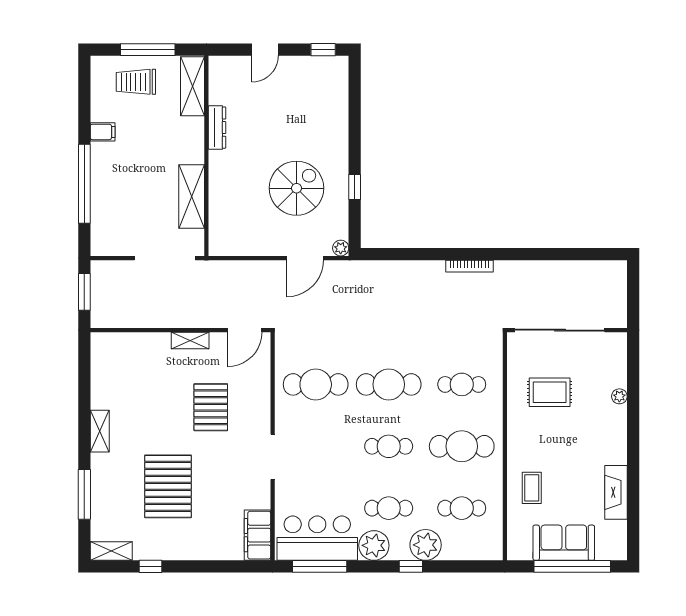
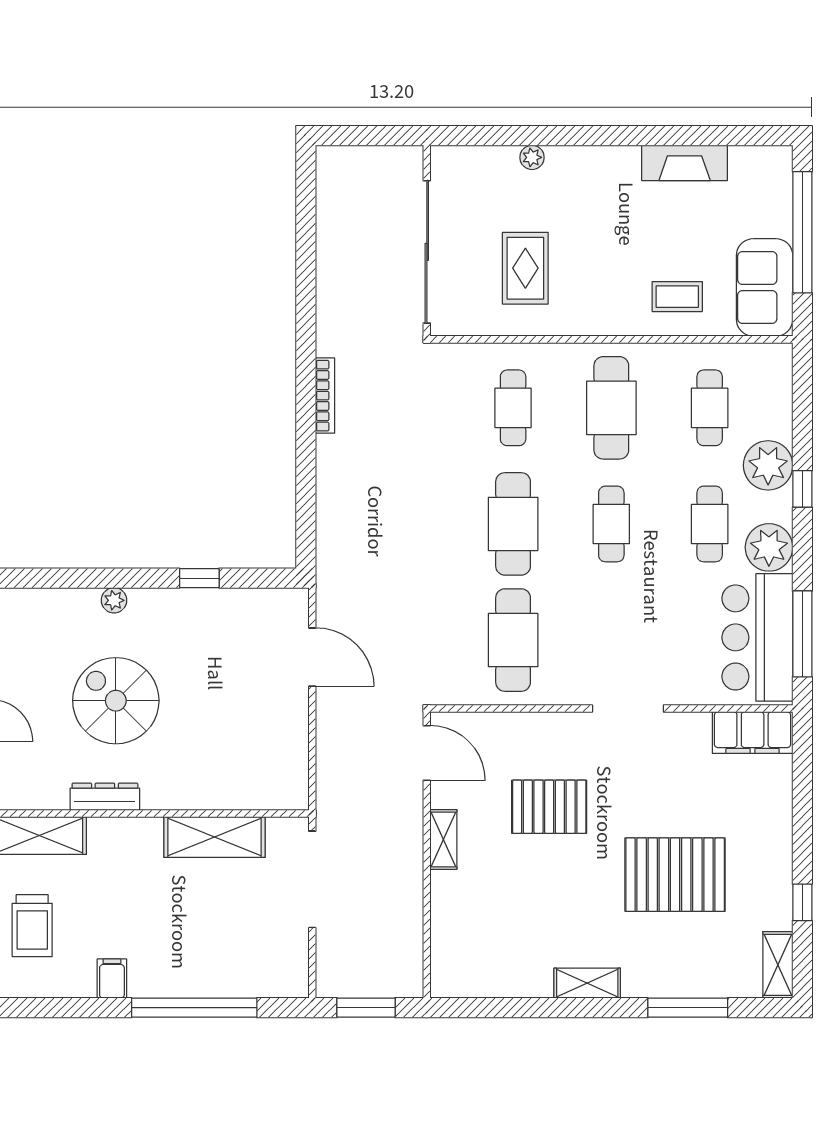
spiral stairs: (297, 188) -> (116, 701), moved
plant: (341, 248) -> (114, 600), moved
sofa: (564, 543) -> (765, 287), moved

